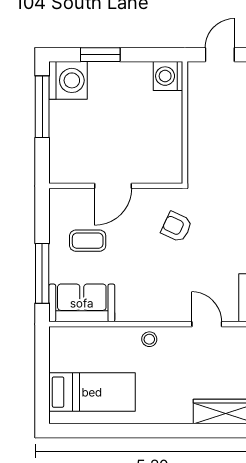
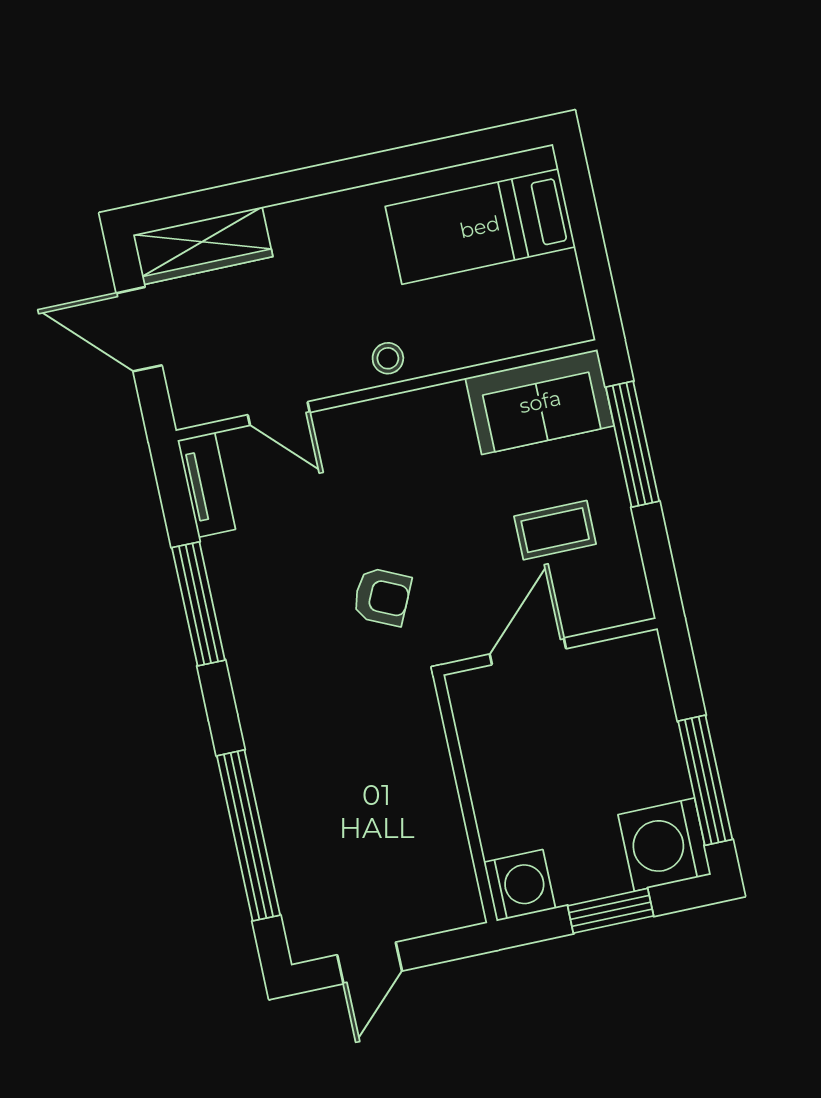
washing machine: (168, 76) -> (520, 885), moved
wall: (185, 123) -> (465, 799), moved

